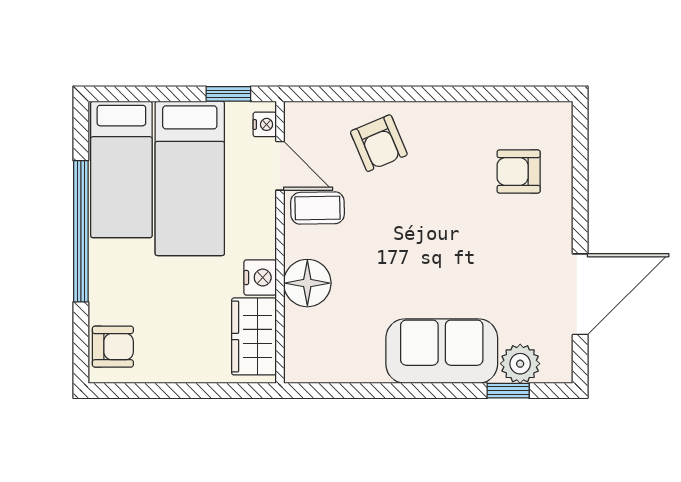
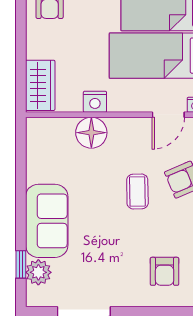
armchair: (519, 171) -> (165, 271), turned 180
coffee table: (318, 208) -> (137, 191), moved
wardrobe: (254, 336) -> (40, 85), moved, turned 90

